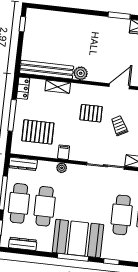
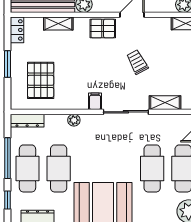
pallet: (91, 113) -> (103, 28), moved
window: (12, 115) -> (8, 64), width x0.69
pallet: (38, 132) -> (41, 80), turned 90
filing cabinet: (64, 152) -> (95, 101), moved

